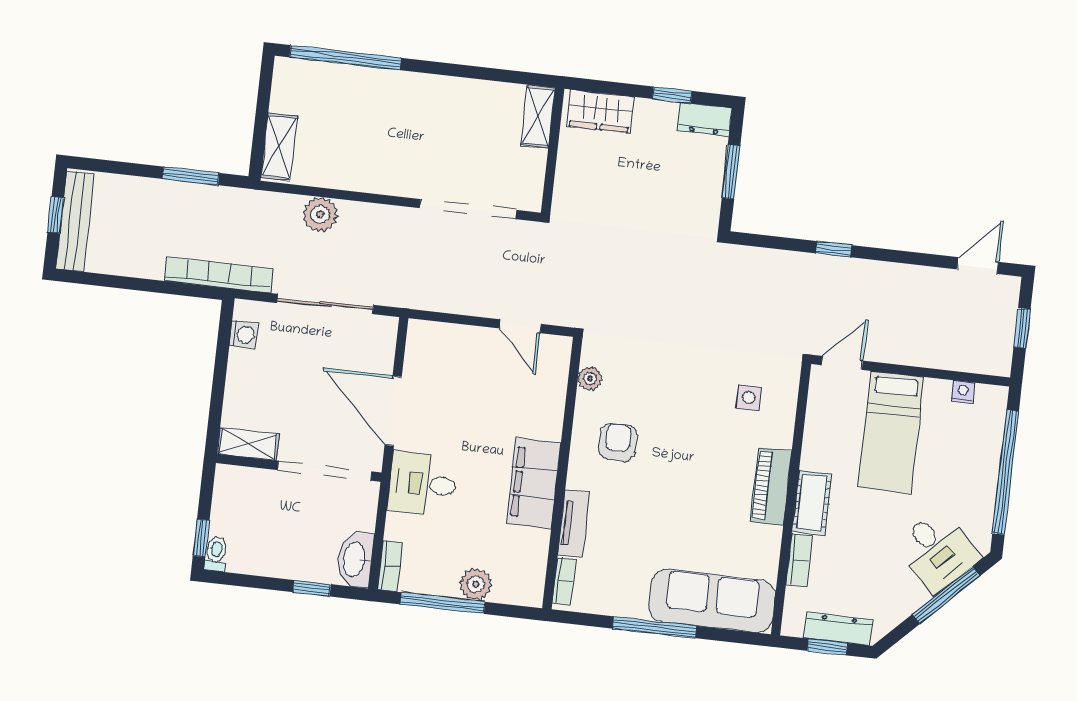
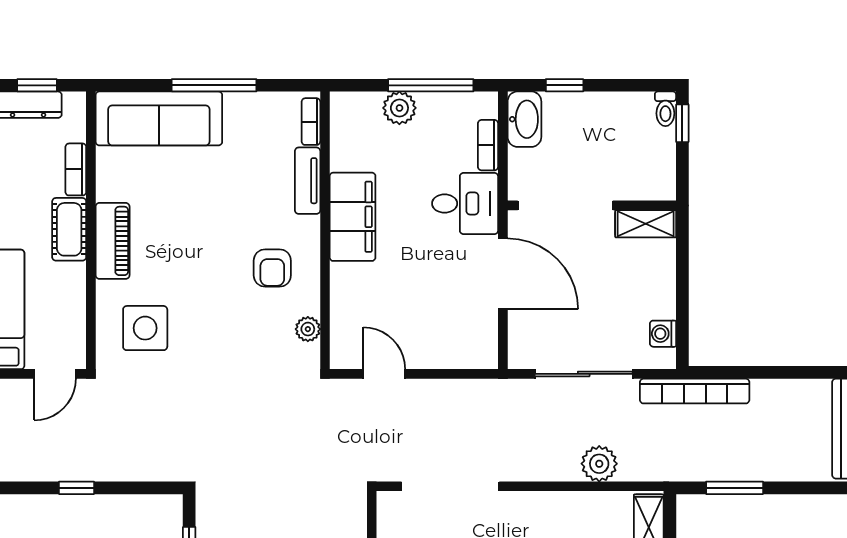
side table: (749, 398) -> (145, 328), width x1.87, depth x1.87
bookcase: (390, 566) -> (488, 145), moved

